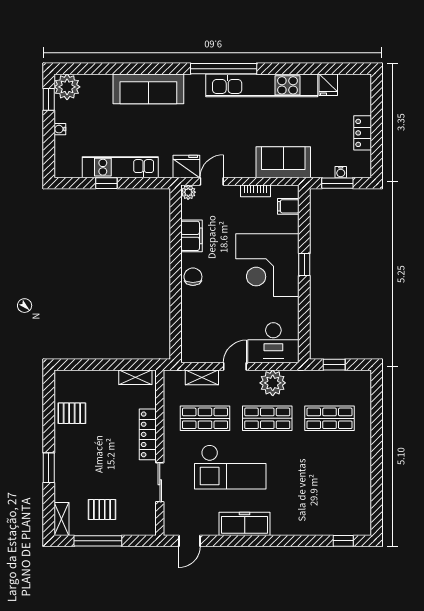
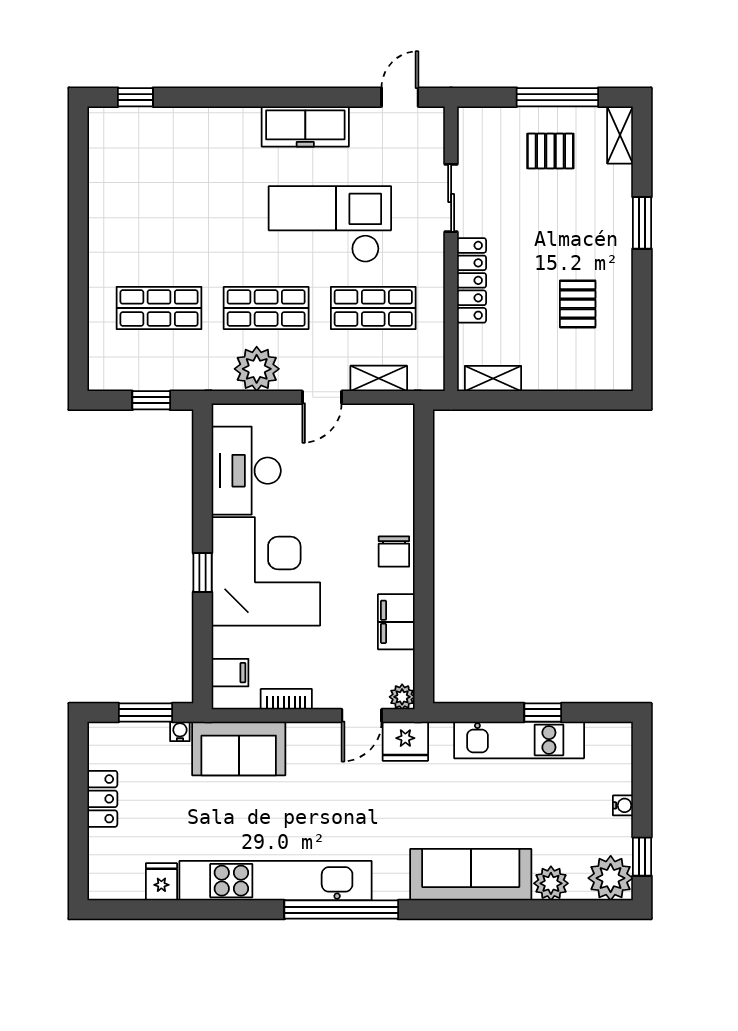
plant: (102, 84) -> (551, 883), added
water cooler: (341, 172) -> (180, 731), moved
desk: (273, 343) -> (246, 471), moved, turned -90
pallet: (72, 413) -> (578, 304), moved, turned 90

